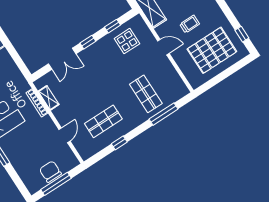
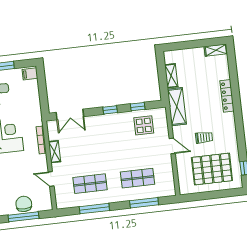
double door: (62, 59) -> (70, 114), moved
shop shelf: (146, 94) -> (137, 178), turned 90
shelving: (49, 98) -> (55, 152), moved
door: (64, 135) -> (51, 179), swing flipped
window: (119, 143) -> (94, 209), width x2.17

